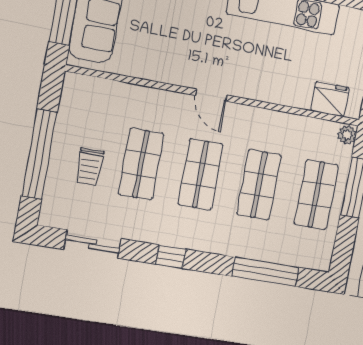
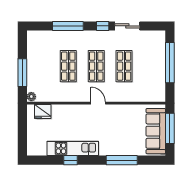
trolley: (89, 167) -> (147, 61), removed
shop shelf: (316, 195) -> (40, 66), removed
sliding door: (93, 244) -> (127, 26), moved
window: (265, 272) -> (68, 26), moved

